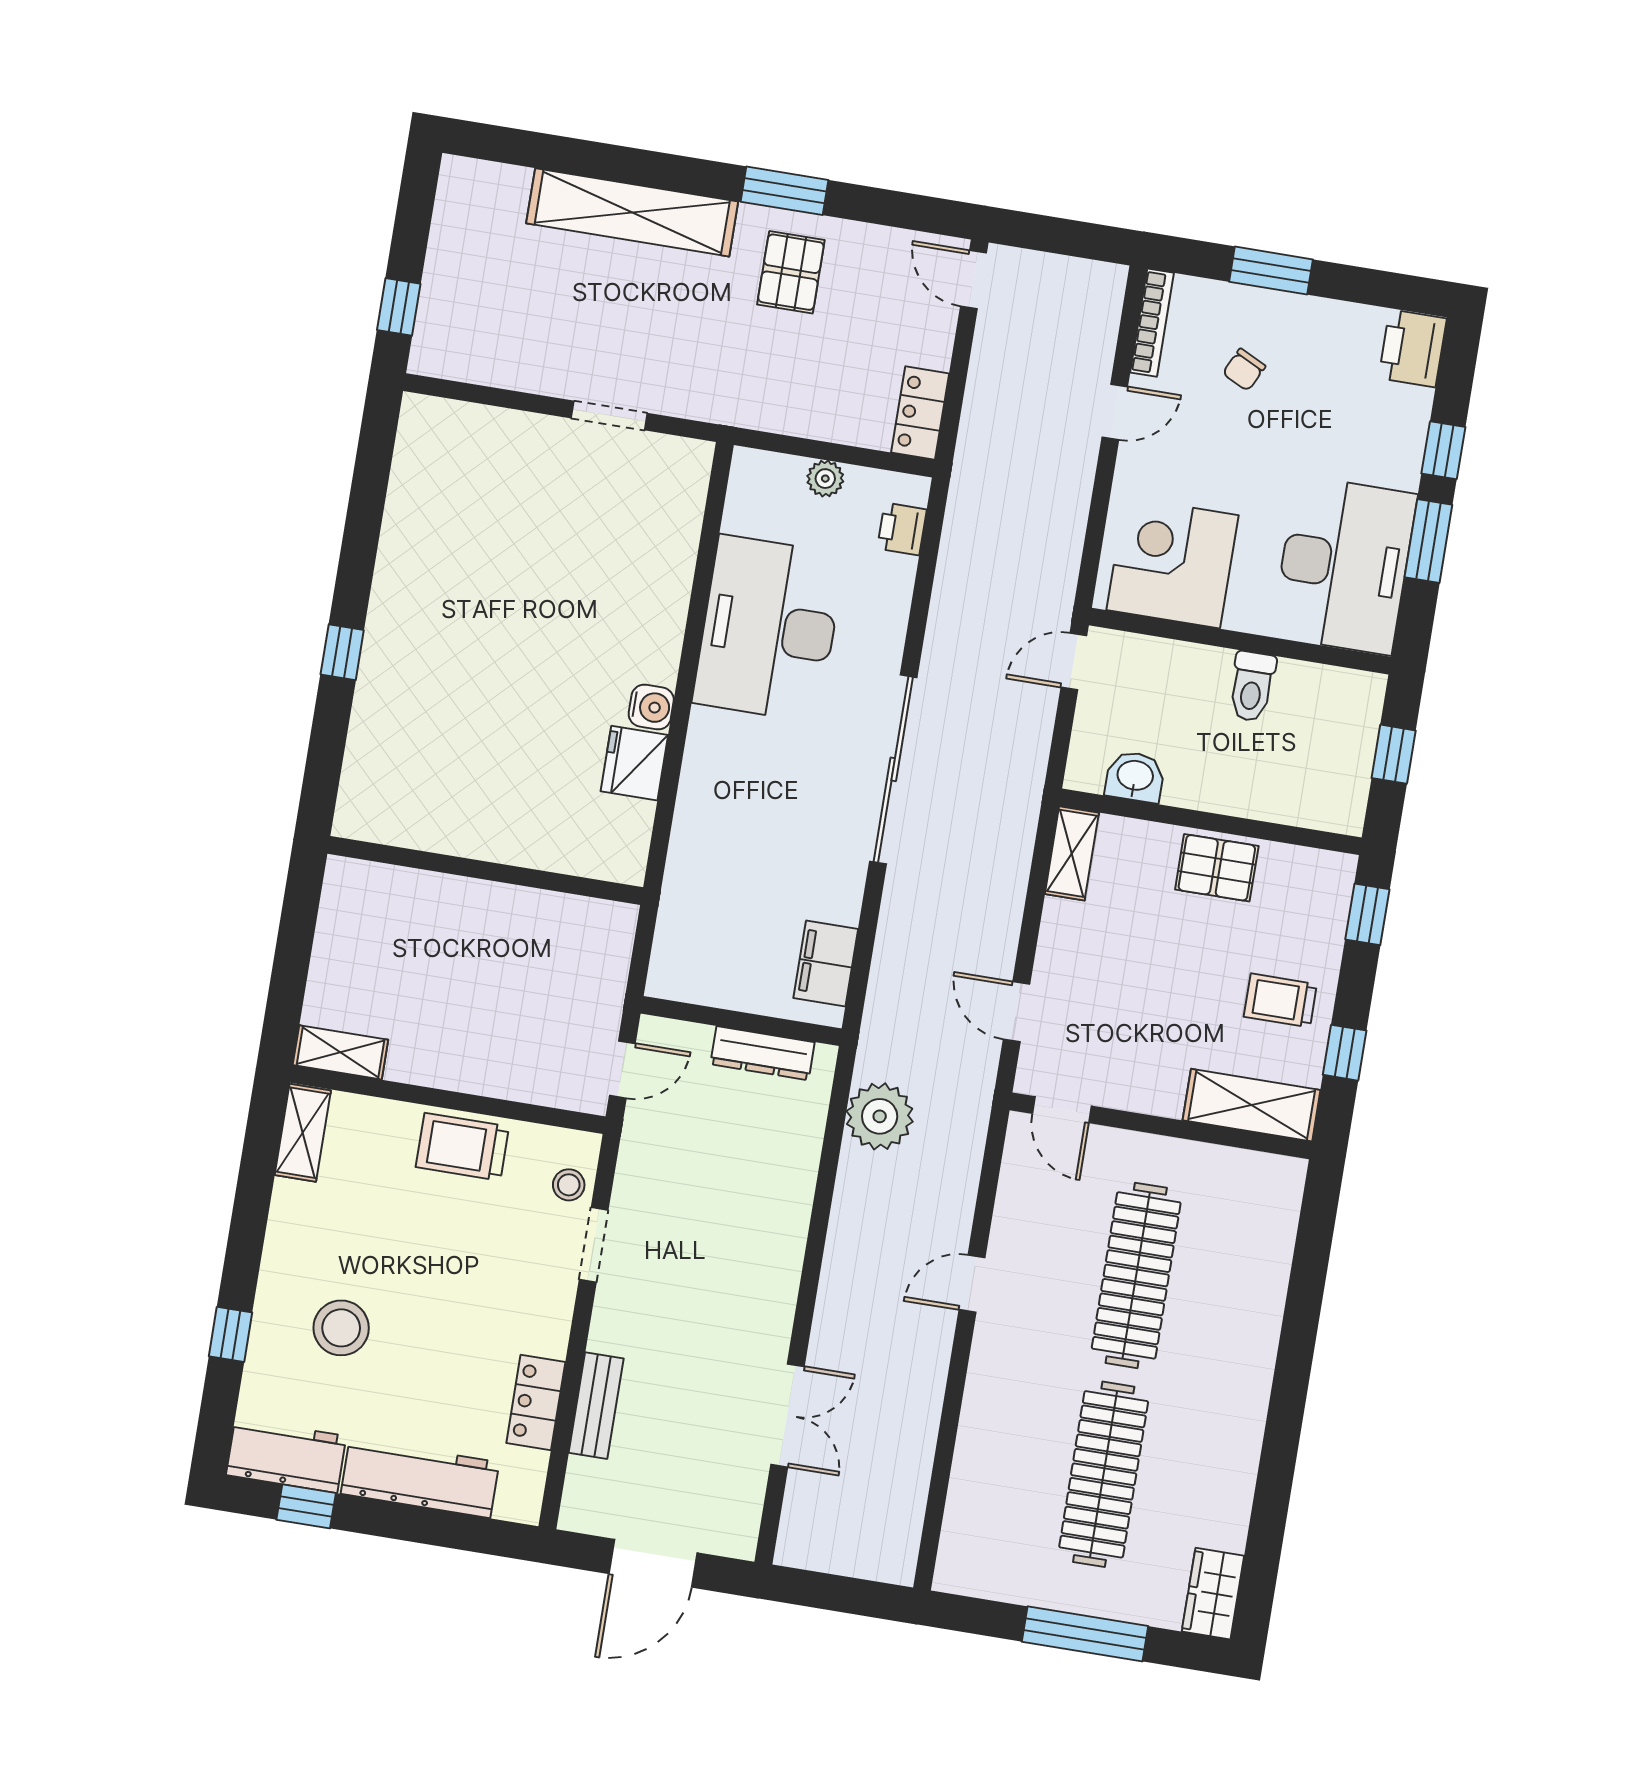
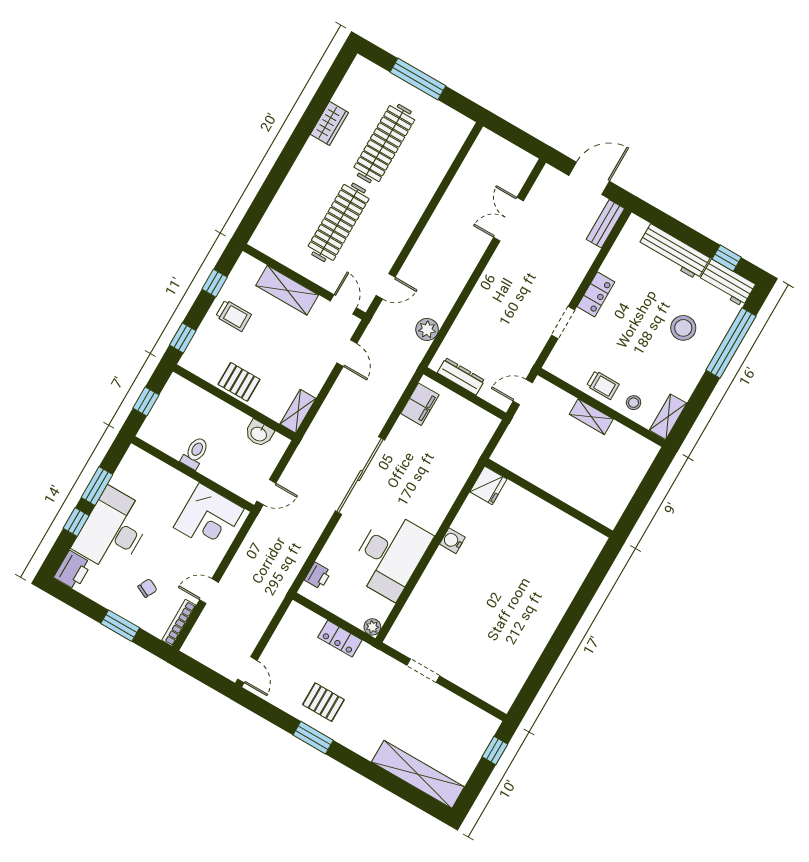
shelving: (632, 212) -> (418, 774), moved
pallet: (791, 272) -> (323, 702), turned 90
locker: (920, 413) -> (340, 639), moved, turned 90
plant: (825, 479) -> (372, 627), moved
desk: (1344, 565) -> (113, 530), moved
window: (342, 652) -> (574, 613), removed
fridge: (634, 763) -> (488, 485), moved
shelving: (340, 1052) -> (591, 417), moved
shelving: (1252, 1105) -> (287, 290), moved
plant: (880, 1116) -> (427, 329), width x0.73, depth x0.73
trolley: (462, 1147) -> (603, 385), width x0.73, depth x0.72
stool: (569, 1185) -> (634, 403), moved
door: (972, 1284) -> (386, 286), moved
window: (231, 1334) -> (731, 343), width x3.17
locker: (536, 1402) -> (596, 294), moved
bench: (596, 1406) -> (605, 224), moved
wardrobe: (1213, 1594) -> (329, 123), moved

